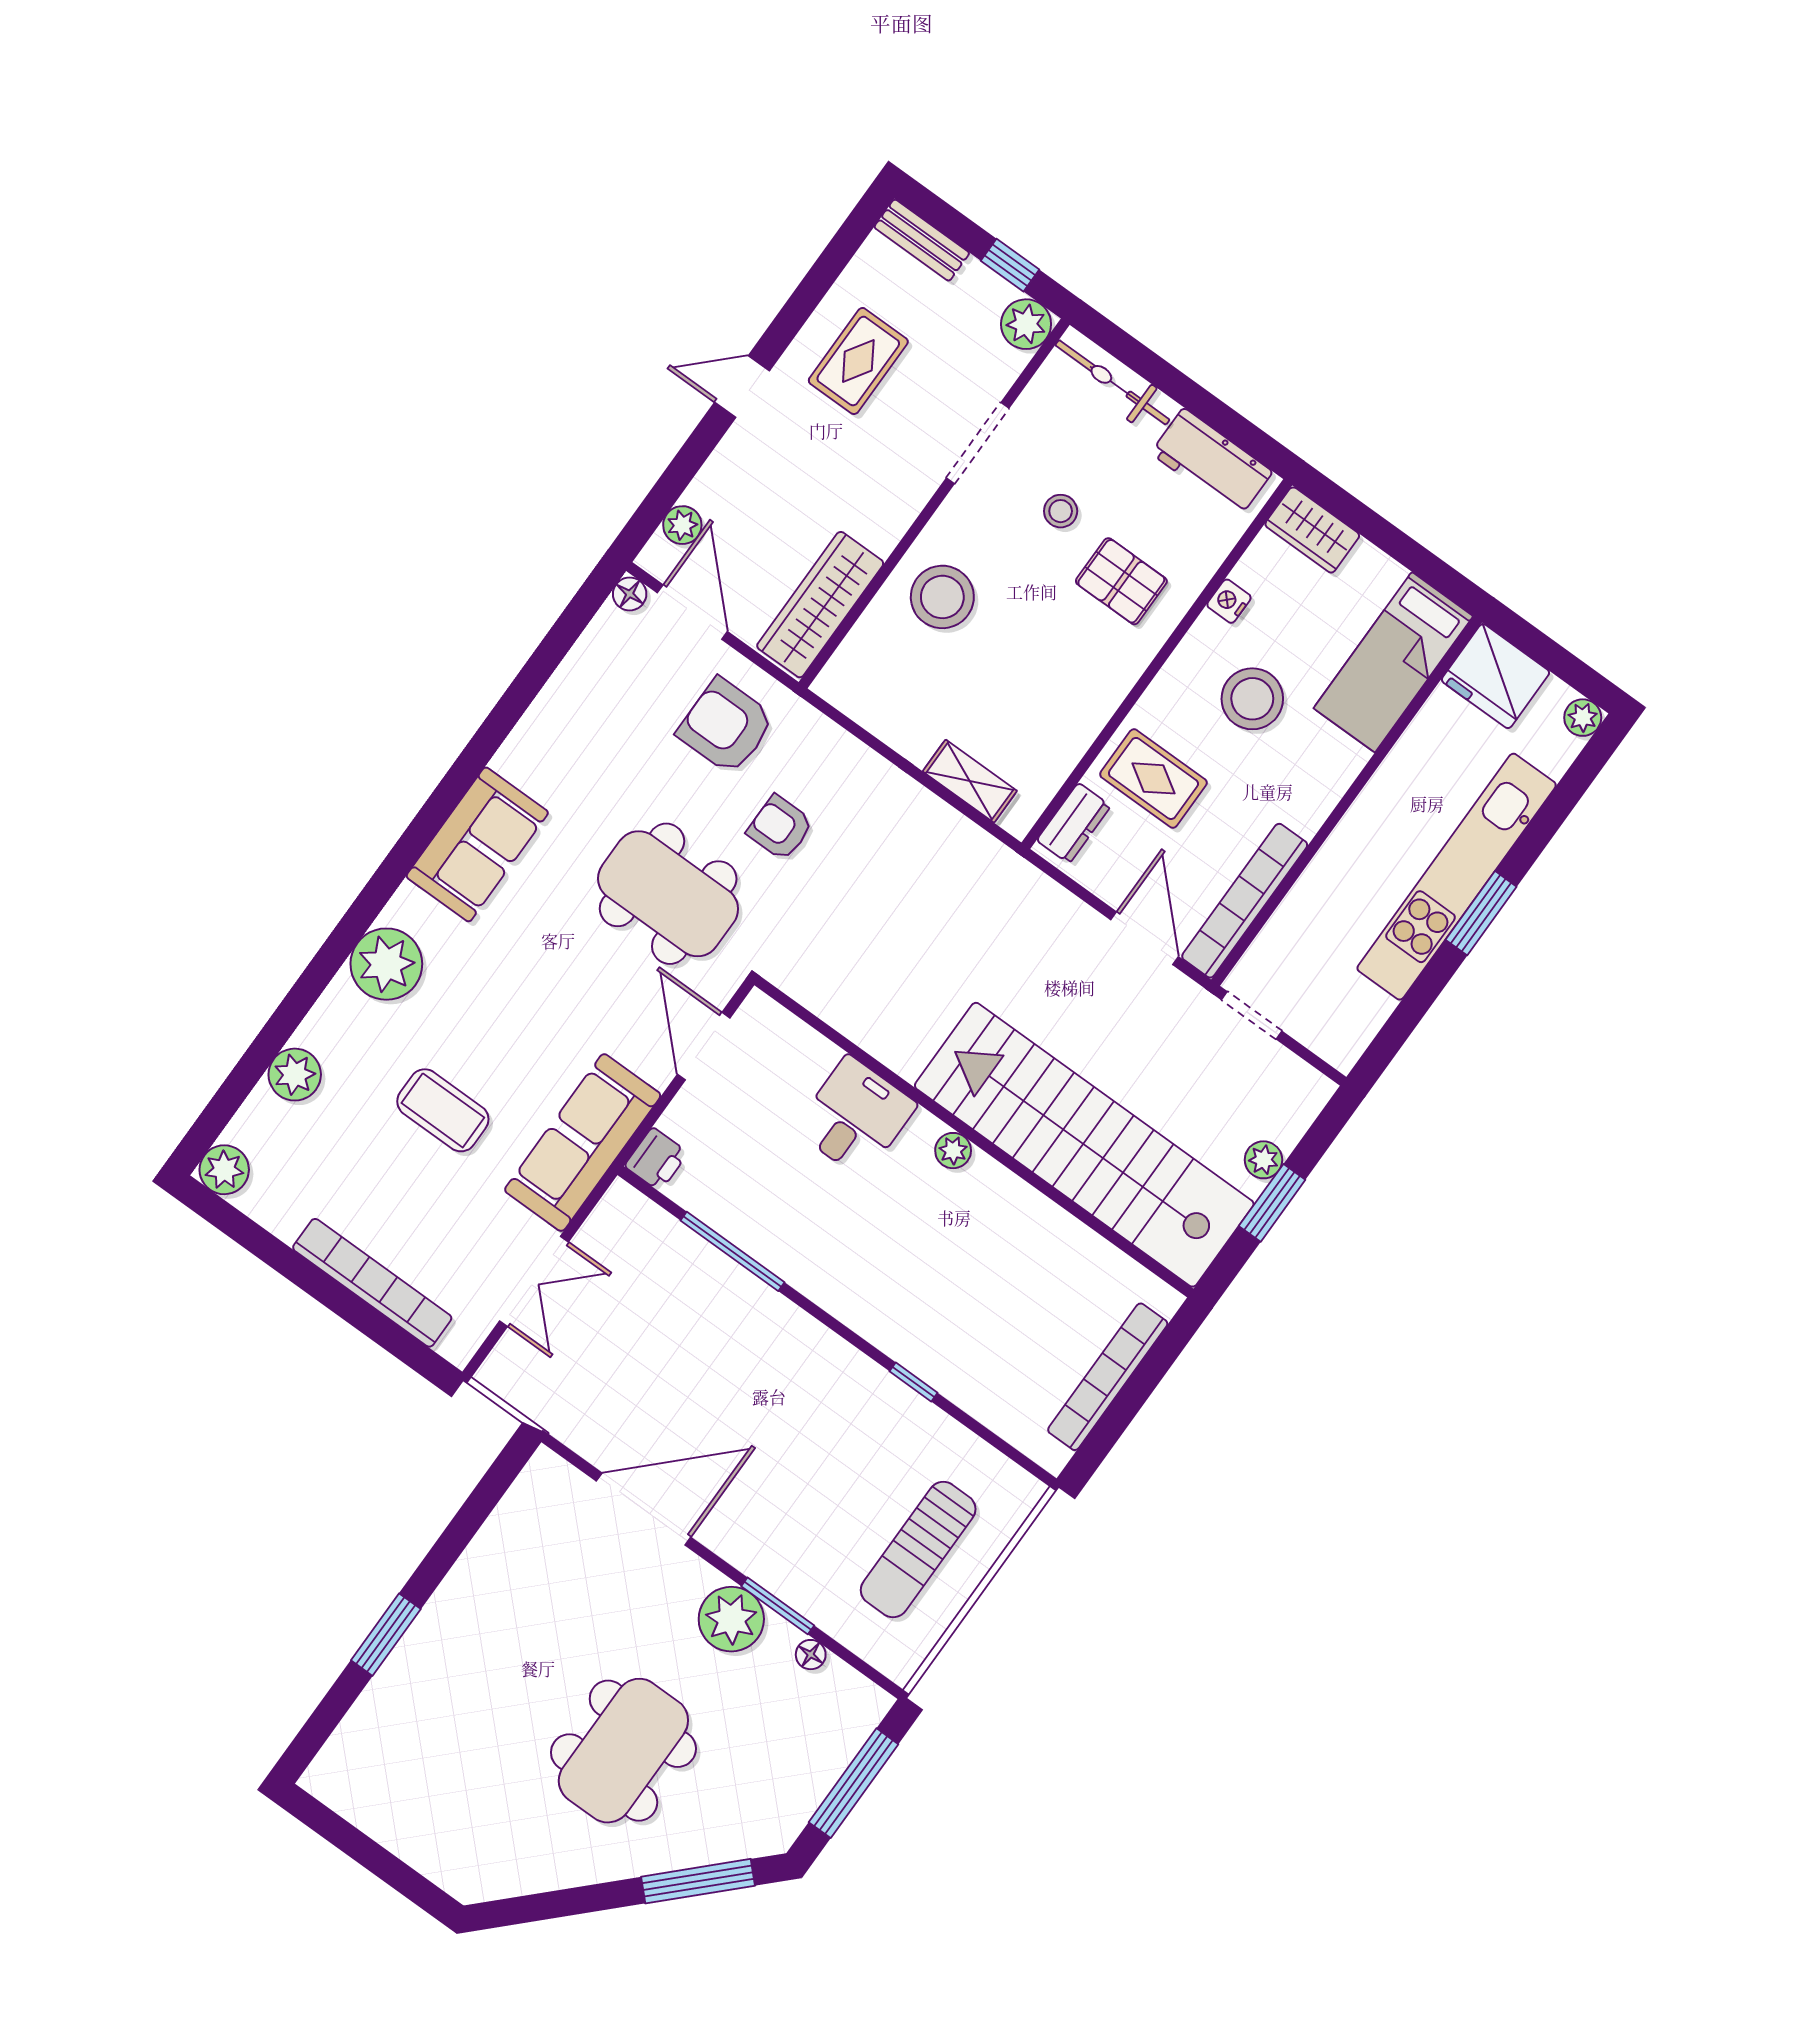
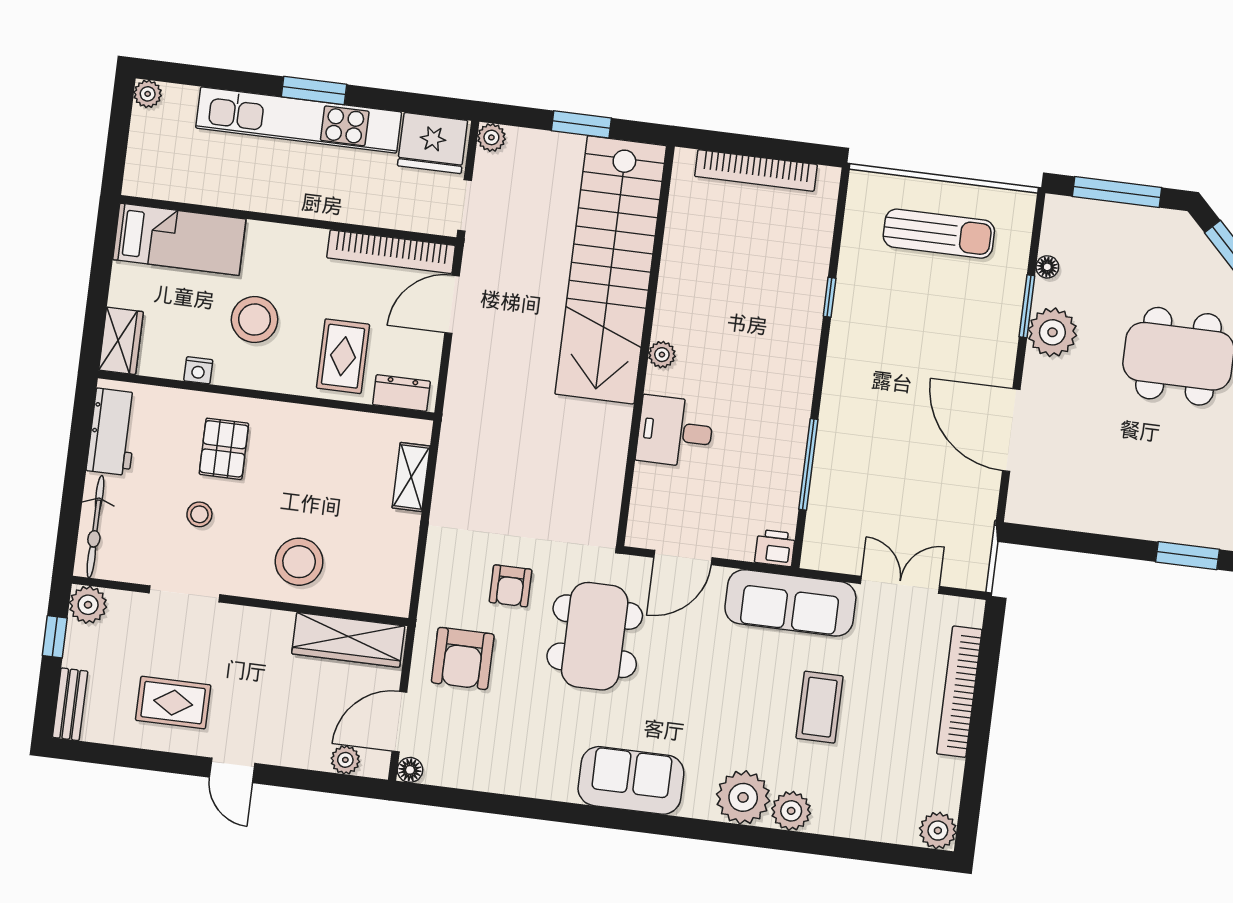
fridge: (1495, 676) -> (433, 143), moved, turned 90
plant: (295, 1075) -> (791, 811), moved
plant: (1263, 1160) -> (491, 137), moved

